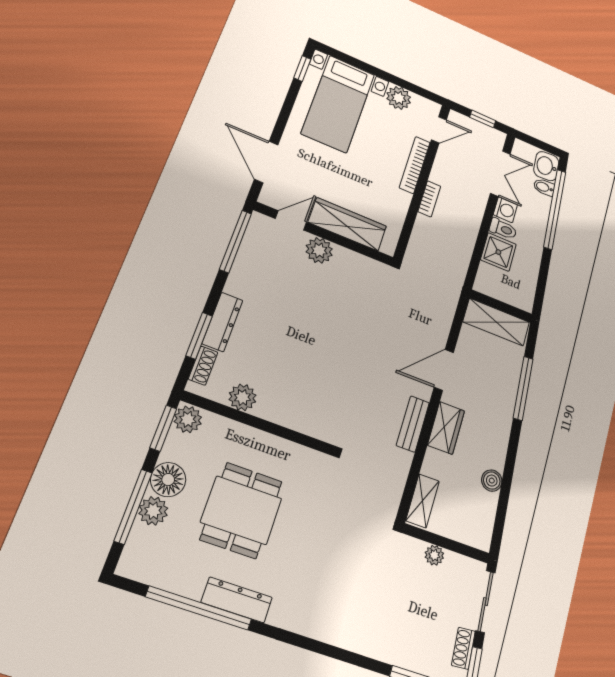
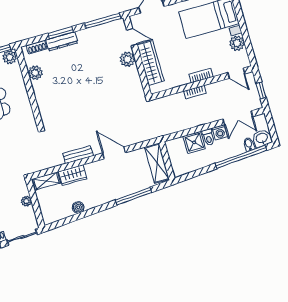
bookcase: (415, 165) -> (201, 76), width x0.64
window: (199, 336) -> (61, 33), moved
wardrobe: (446, 428) -> (73, 175), moved

